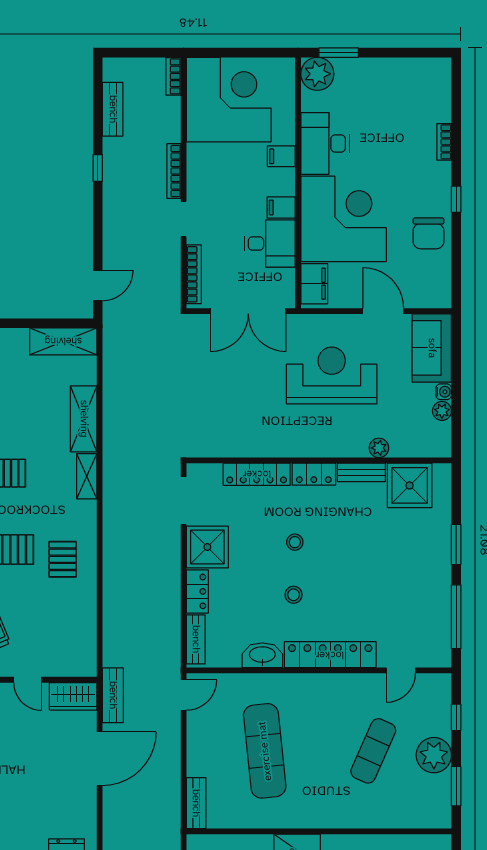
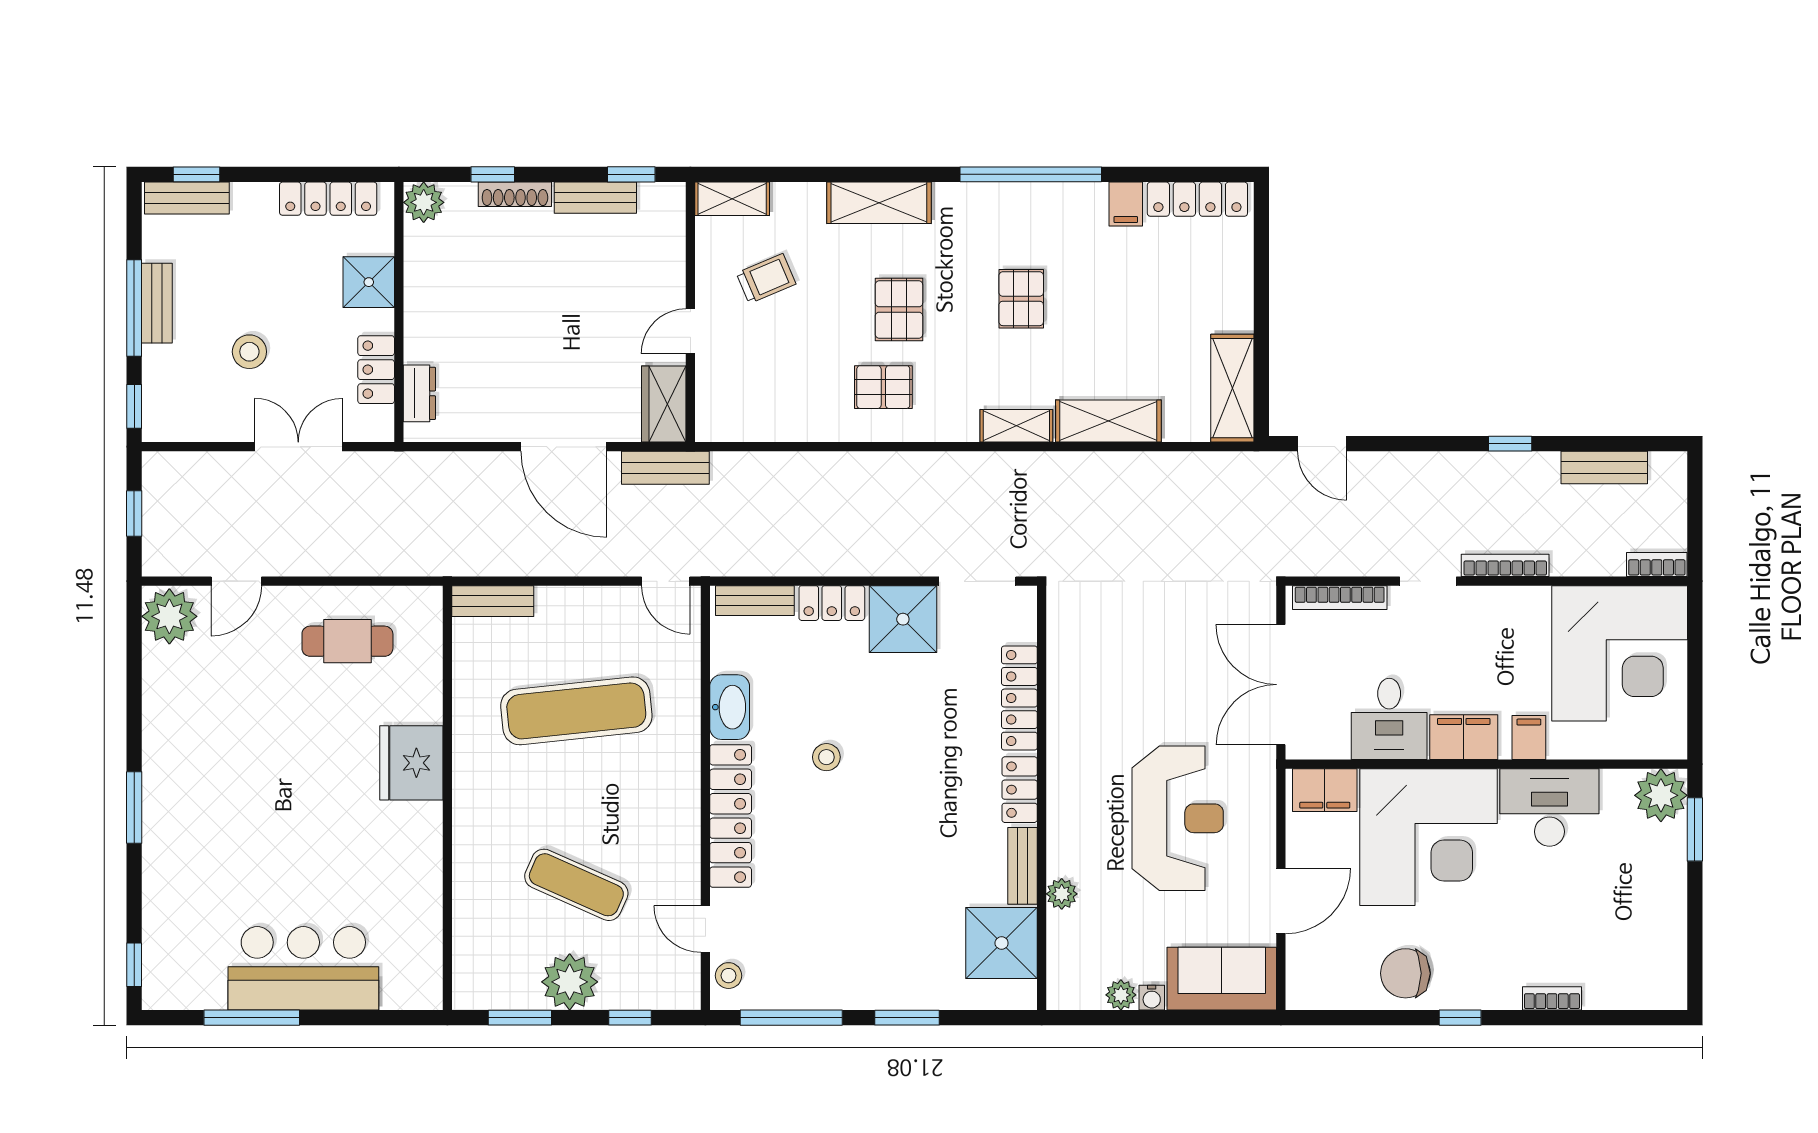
filing cabinet: (281, 207) -> (1464, 737), width x2.00
stool: (295, 542) -> (729, 976), moved

